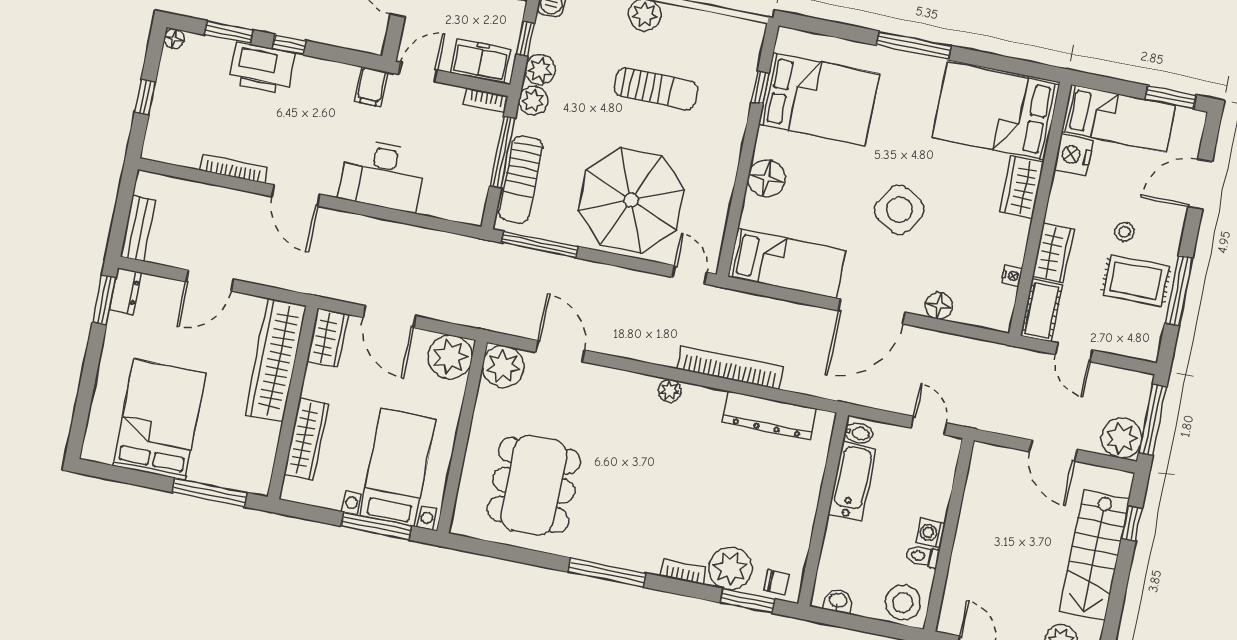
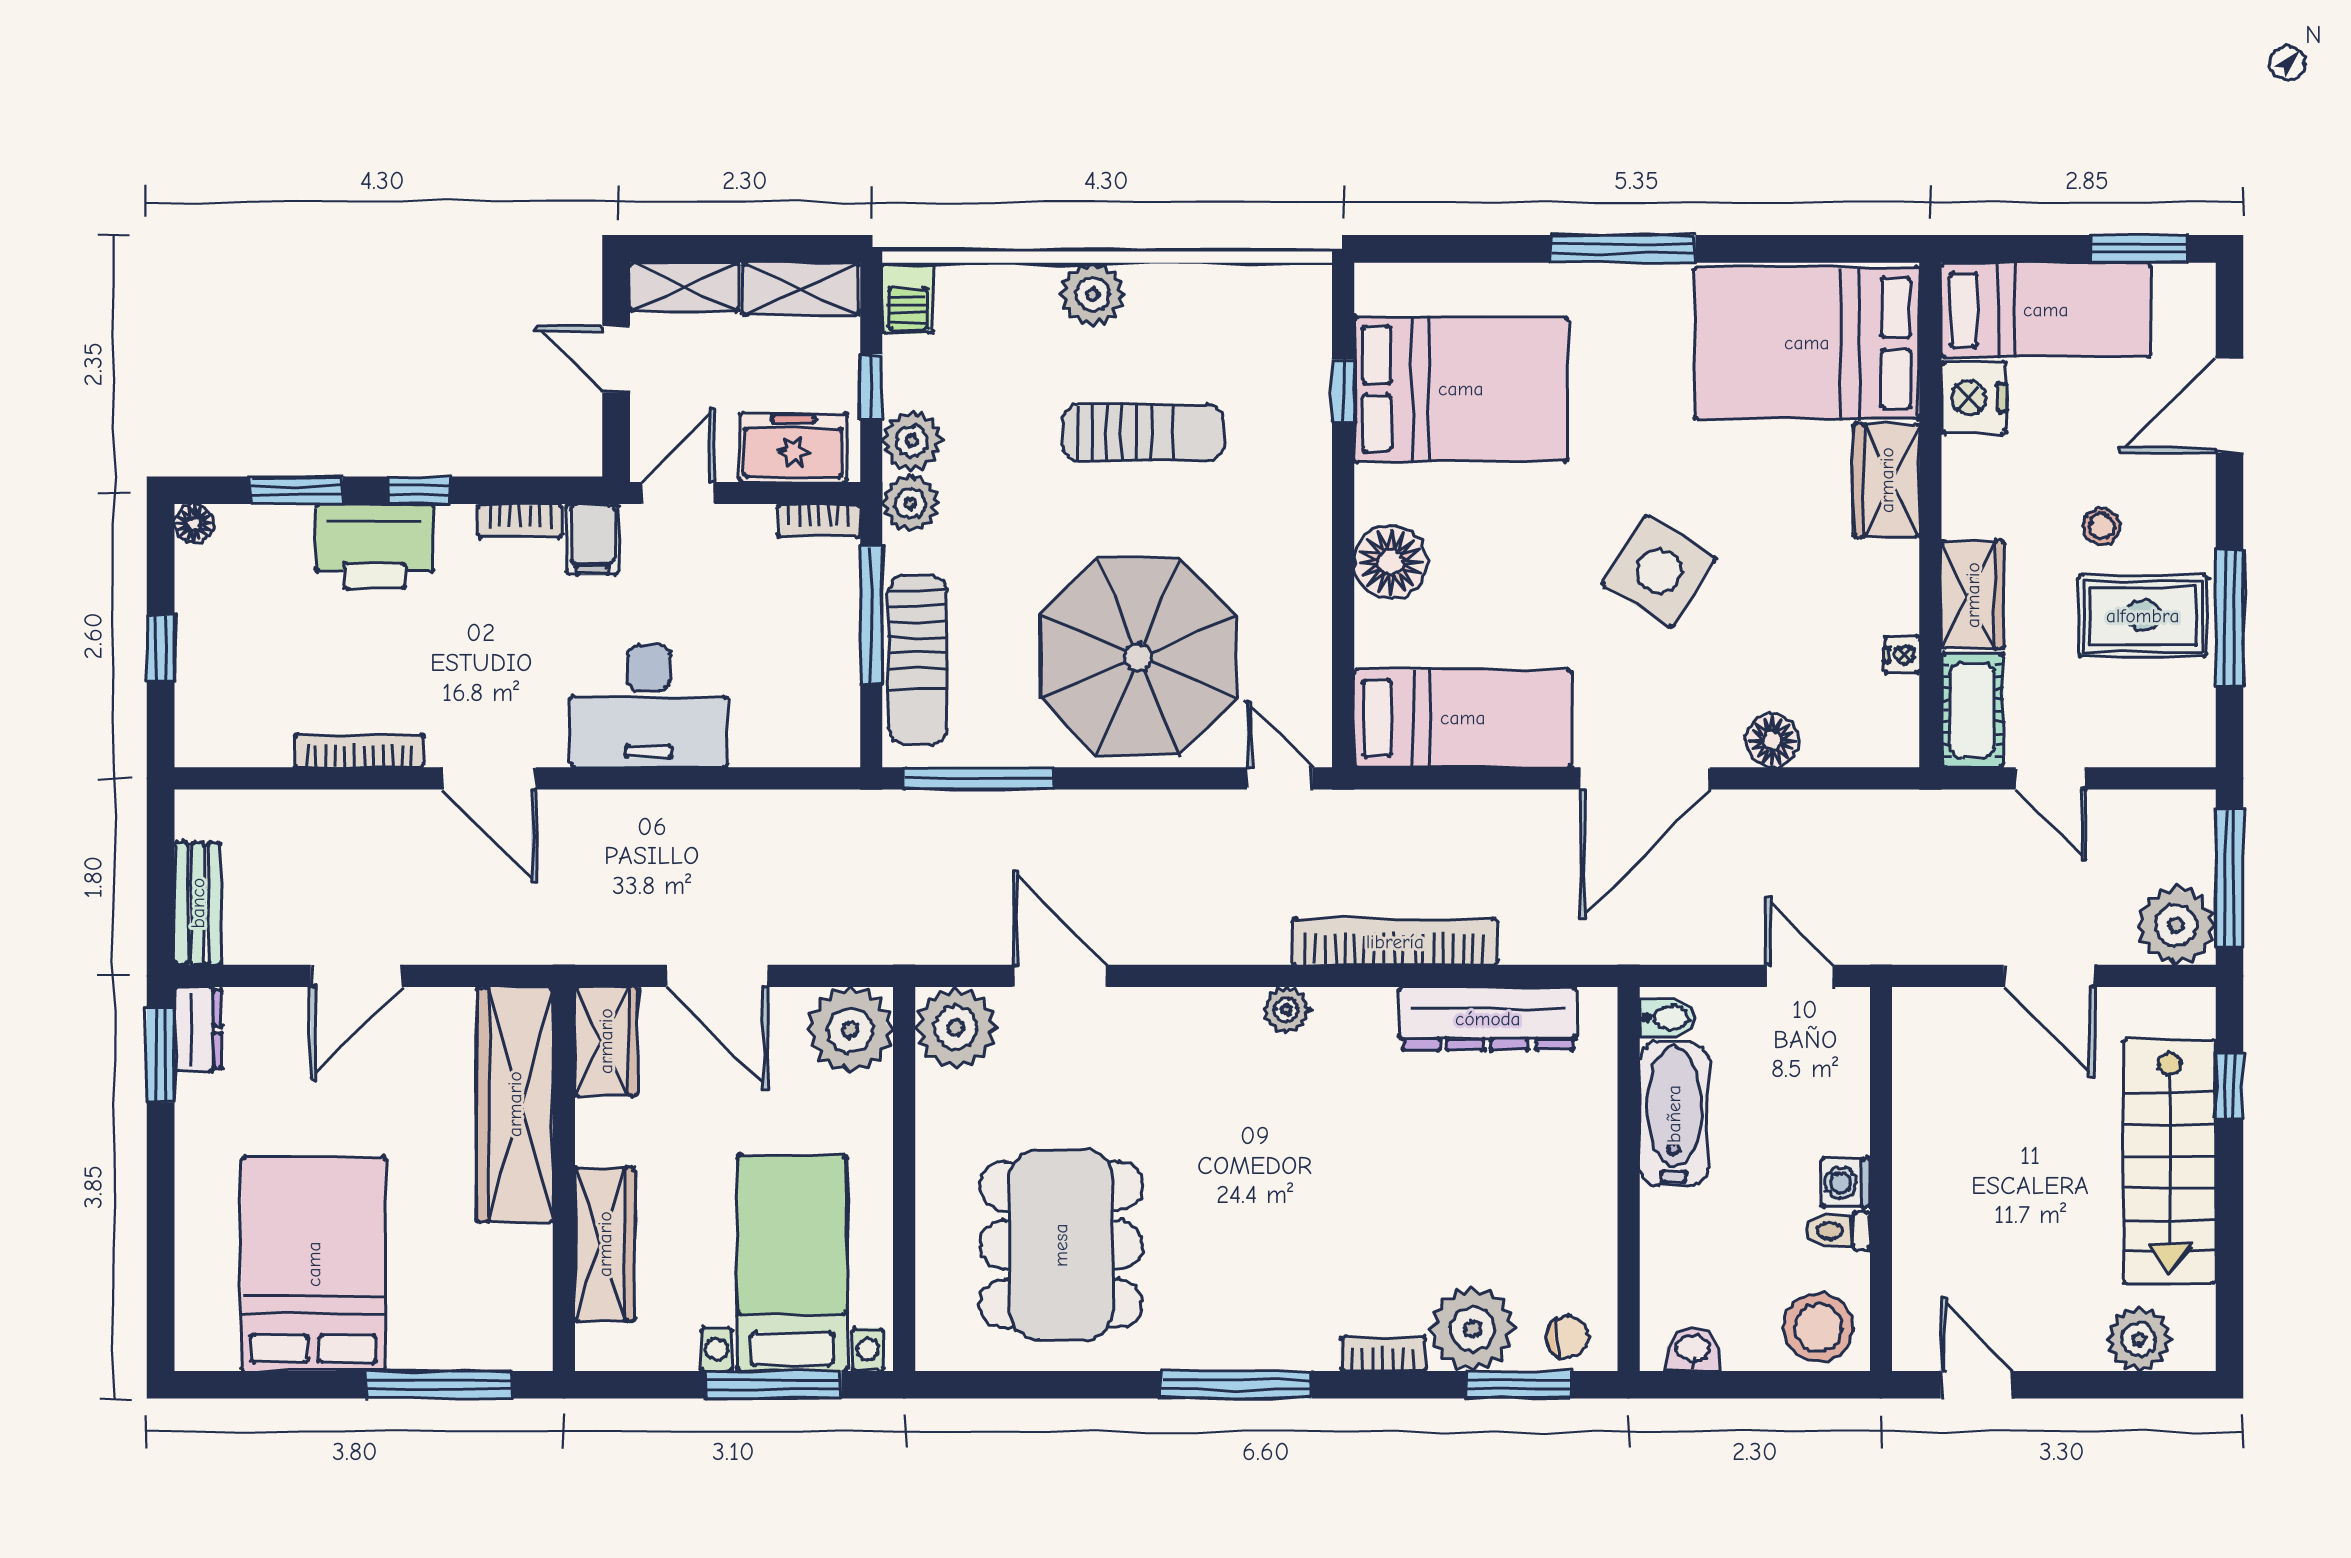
bookcase: (337, 70) -> (520, 521), added

